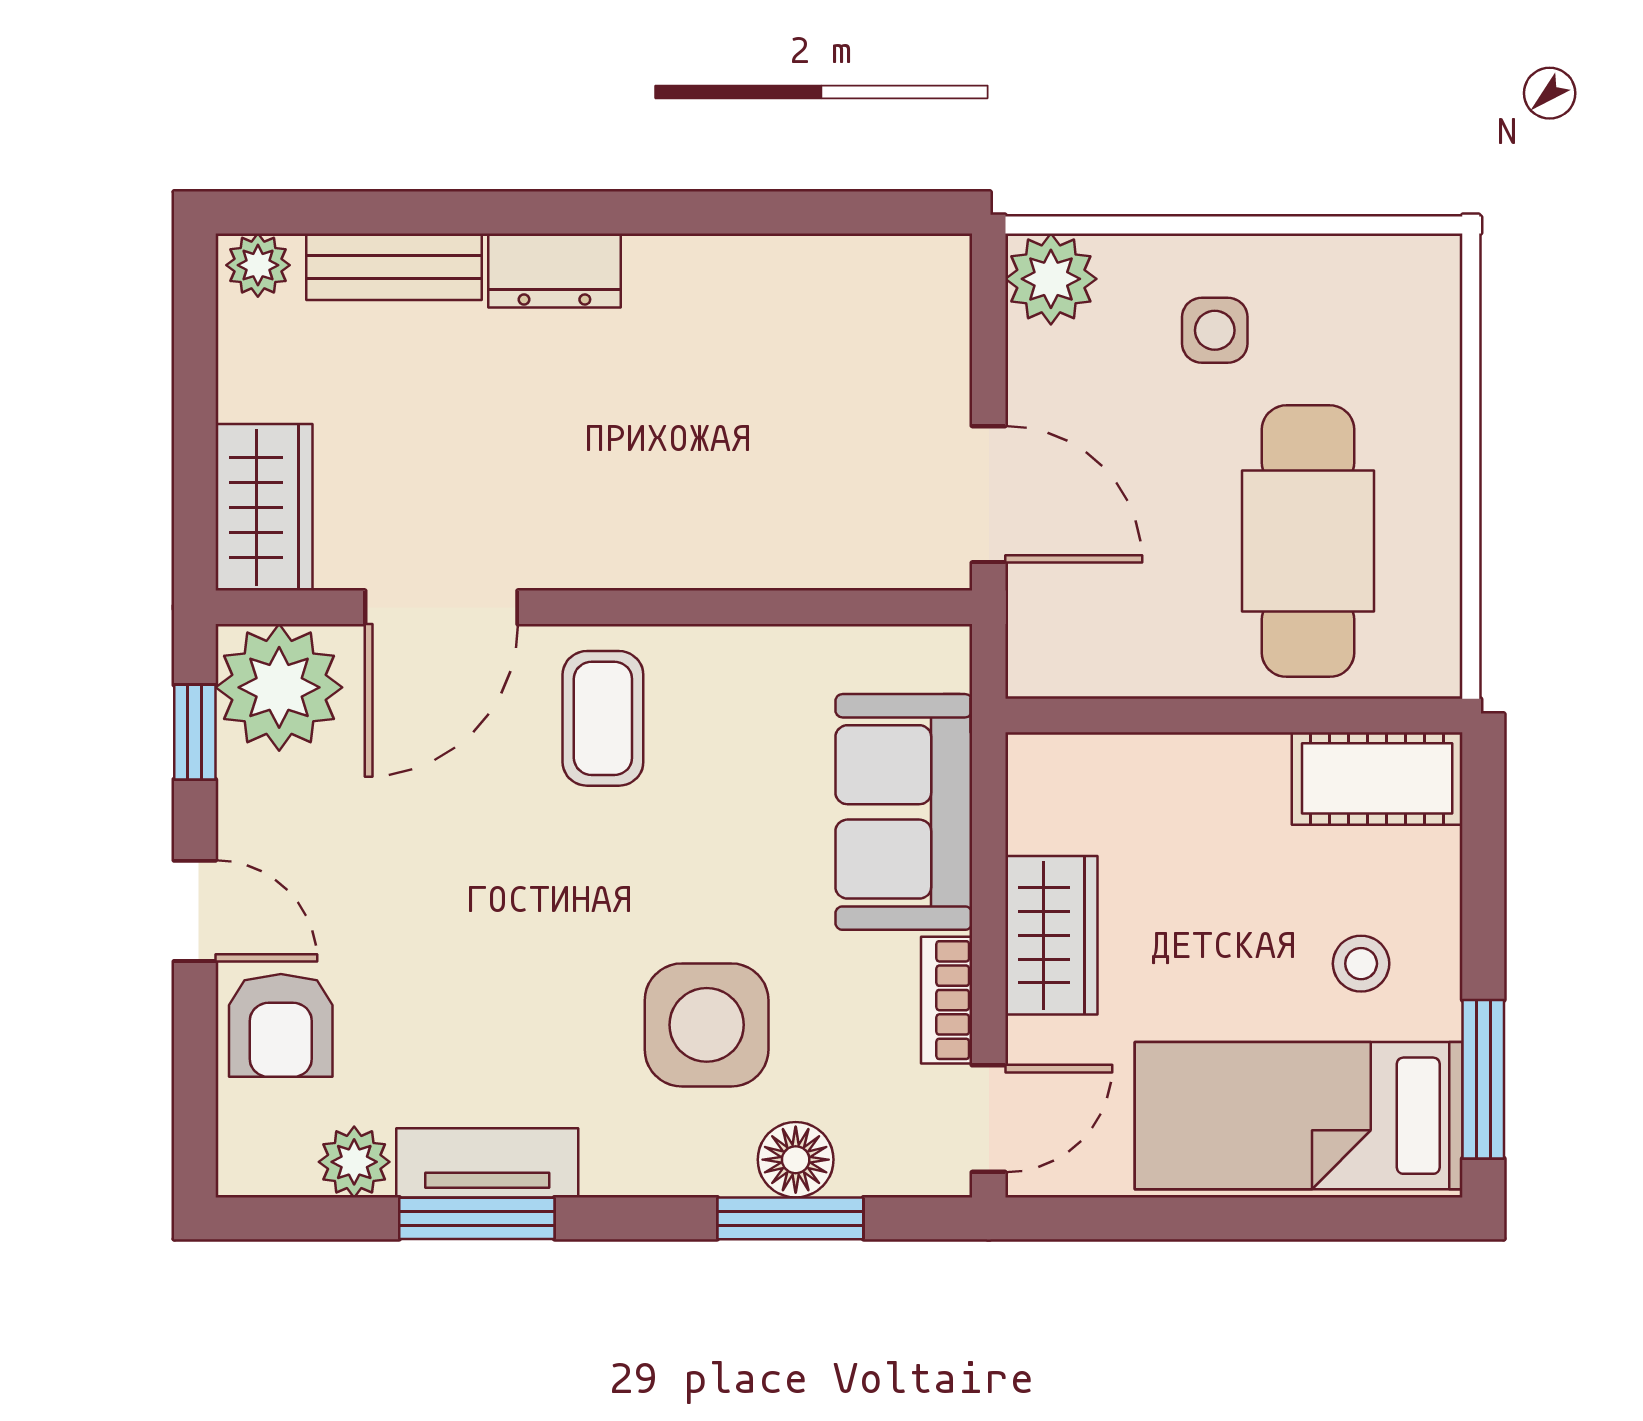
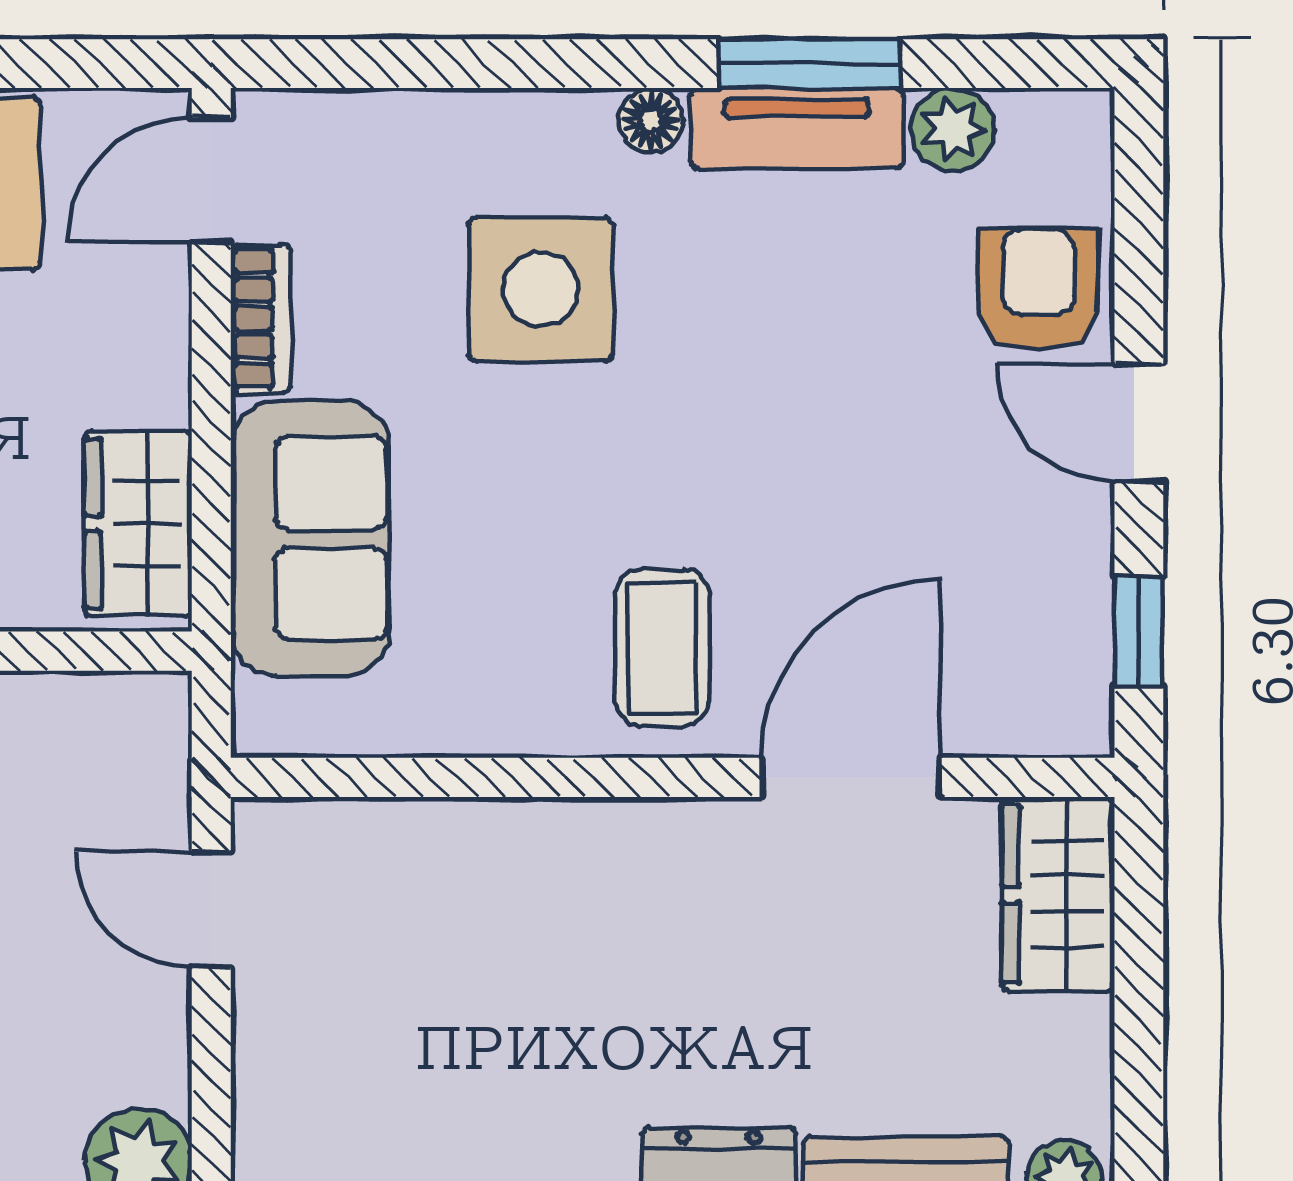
door: (989, 494) -> (211, 909), width x0.73
plant: (279, 687) -> (1040, 684), removed
wardrobe: (1051, 935) -> (138, 524), moved
floor lamp: (796, 1160) -> (651, 120), moved, width x0.73, depth x0.73
window: (790, 1218) -> (443, 64), removed

